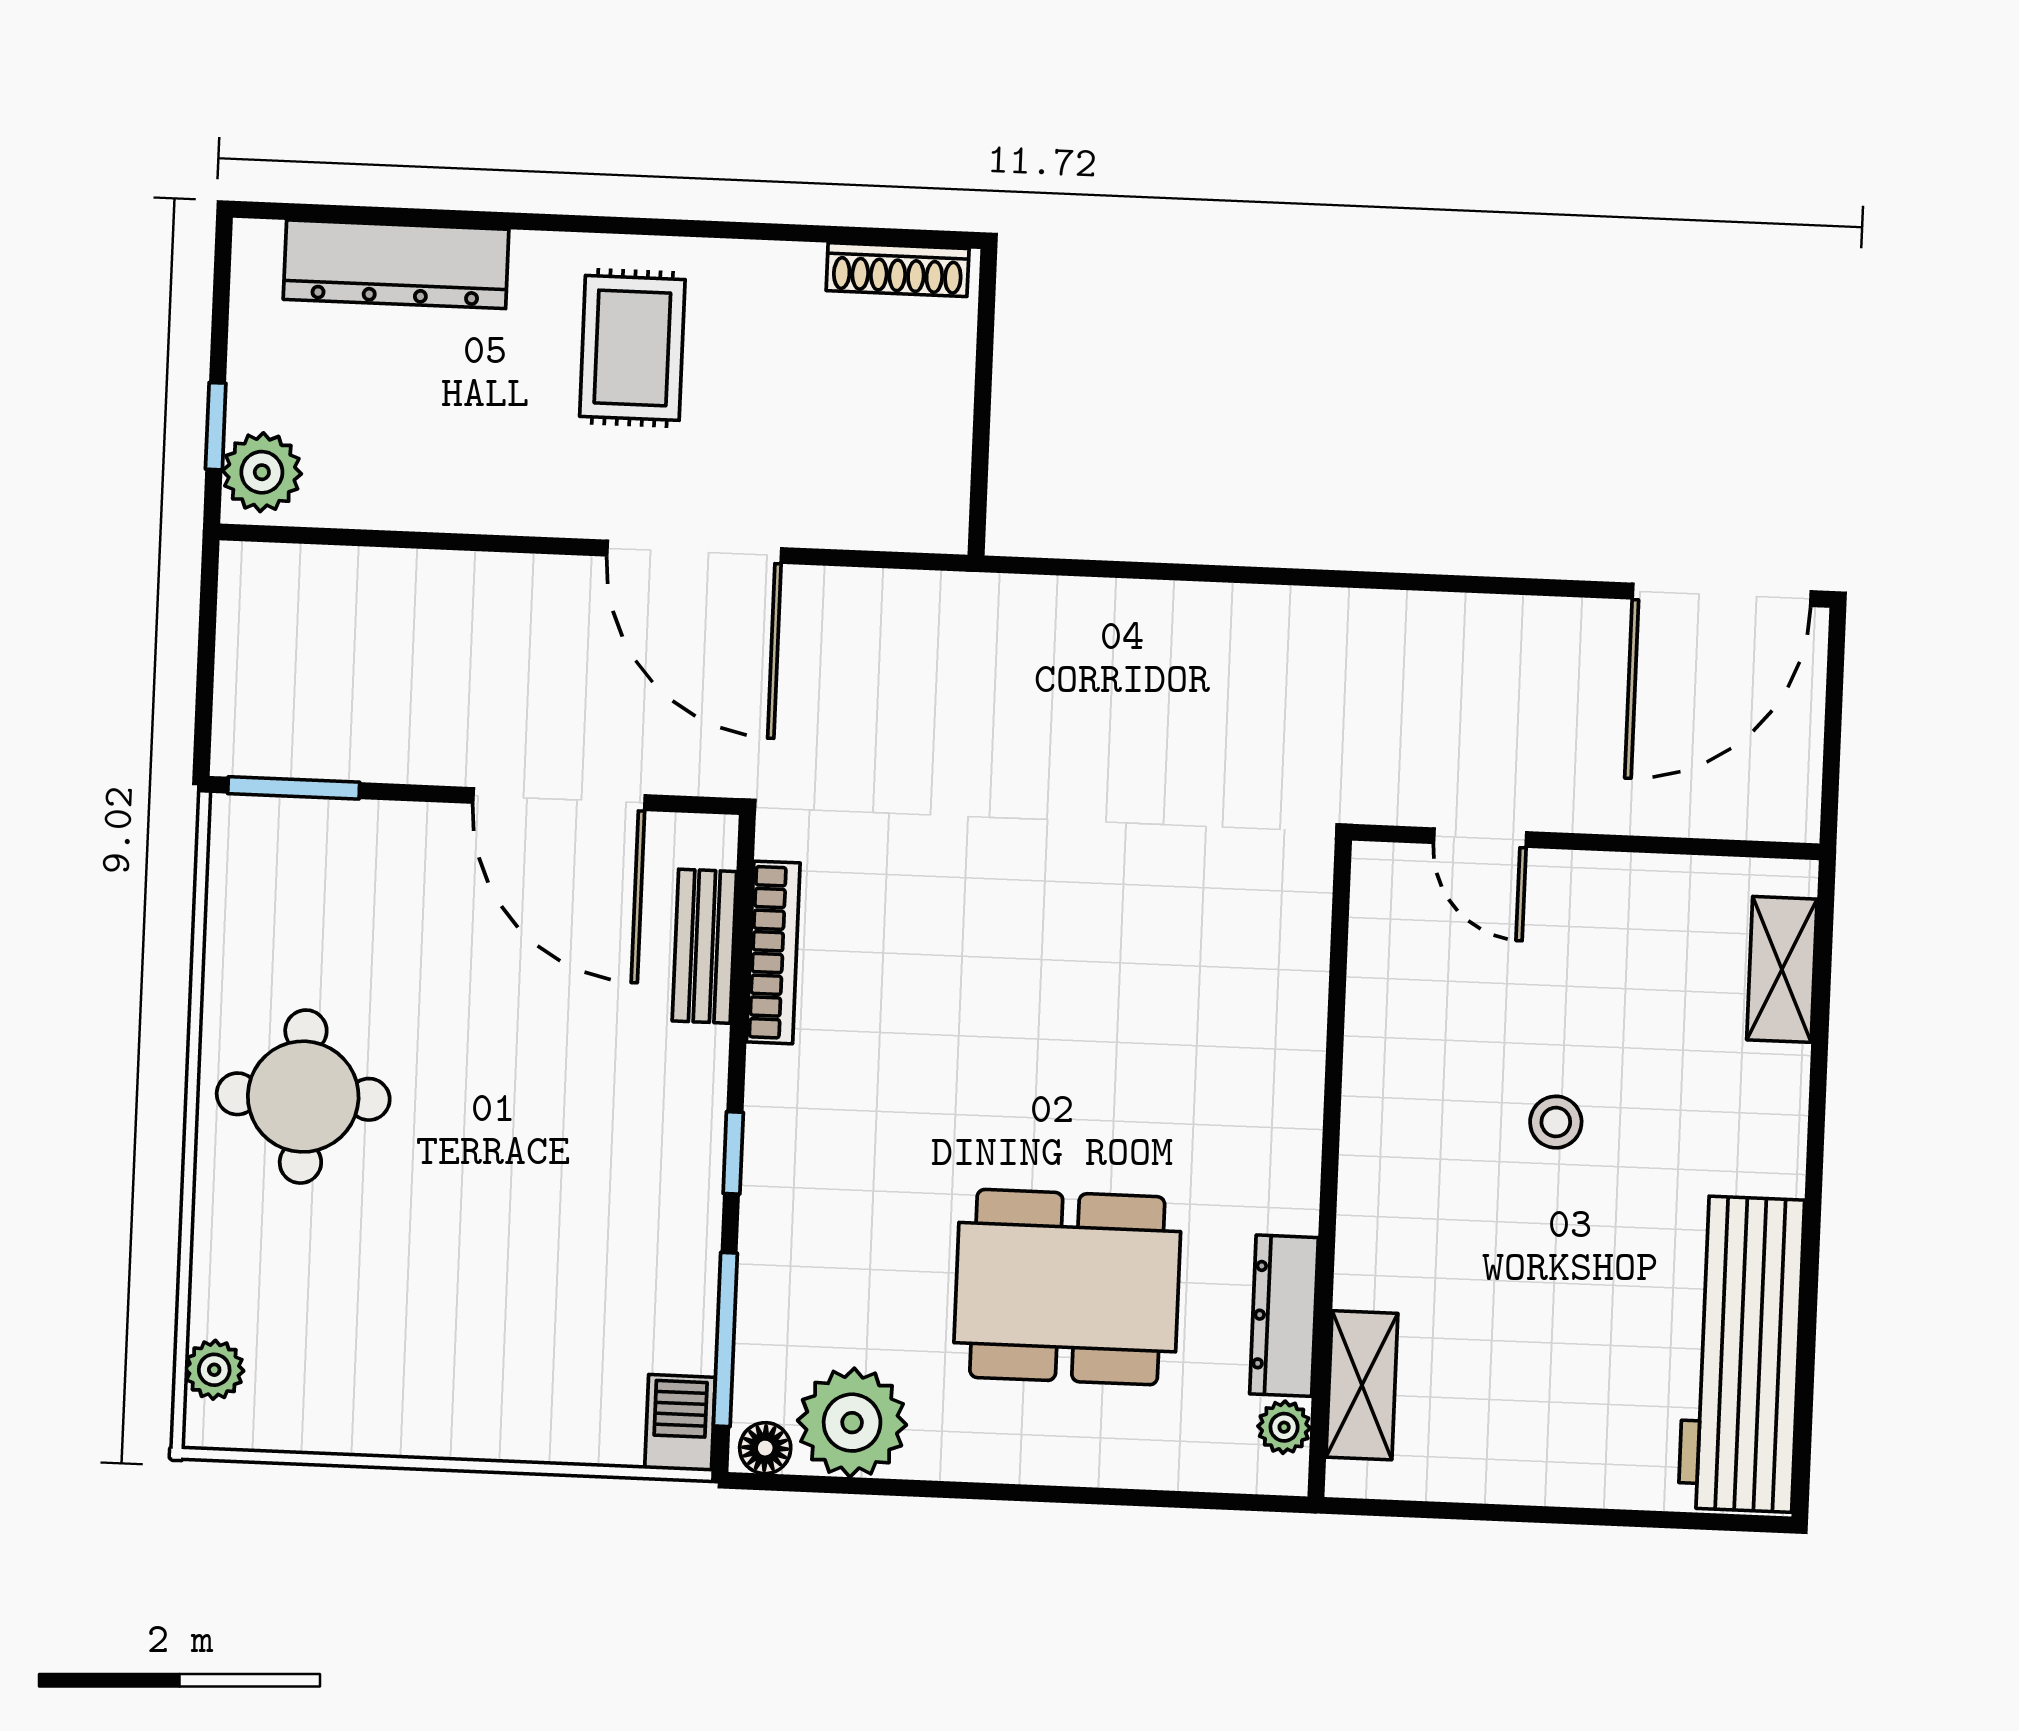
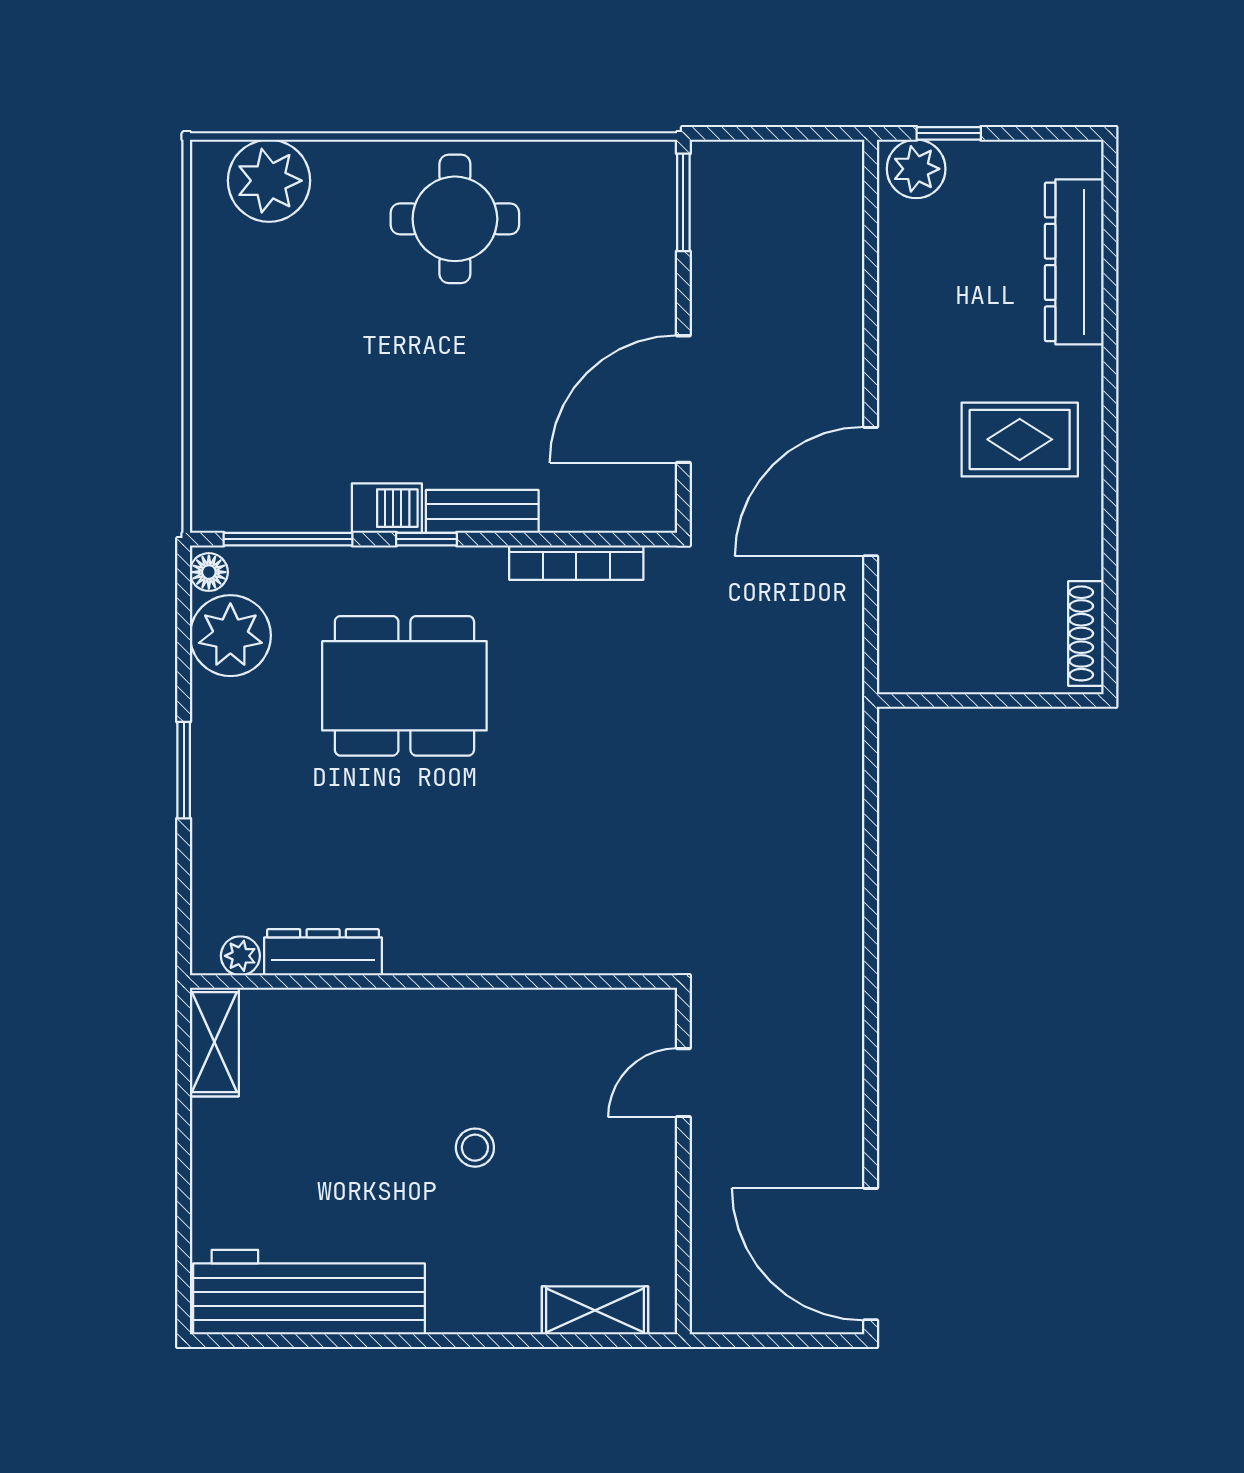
bench: (704, 946) -> (482, 511), moved
dining table: (1067, 1287) -> (404, 686), moved, turned 90
plant: (214, 1370) -> (269, 181), width x1.88, depth x1.88
shelving: (1362, 1385) -> (214, 1042), moved, turned 90
barbecue: (680, 1423) -> (387, 508), moved
window: (1031, 1493) -> (184, 770), added

